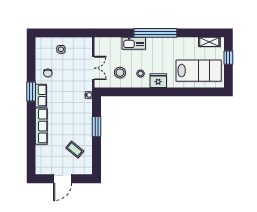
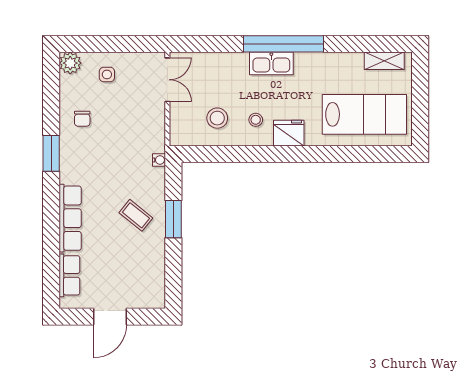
plant: (41, 43) -> (70, 63), added
kitchen sink: (134, 43) -> (271, 63), moved
window: (228, 58) -> (420, 90), removed
double door: (93, 68) -> (167, 80), moved
row of seats: (41, 96) -> (69, 275), moved
coffee table: (75, 150) -> (136, 215), moved

